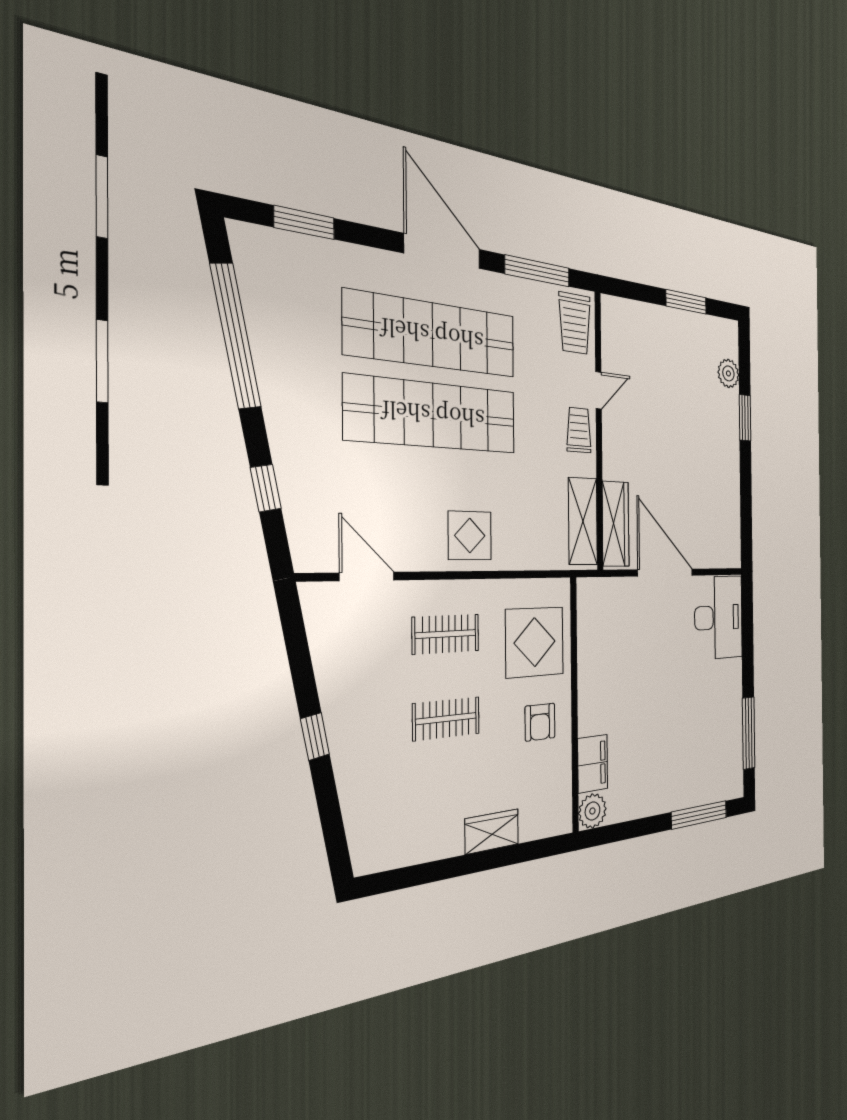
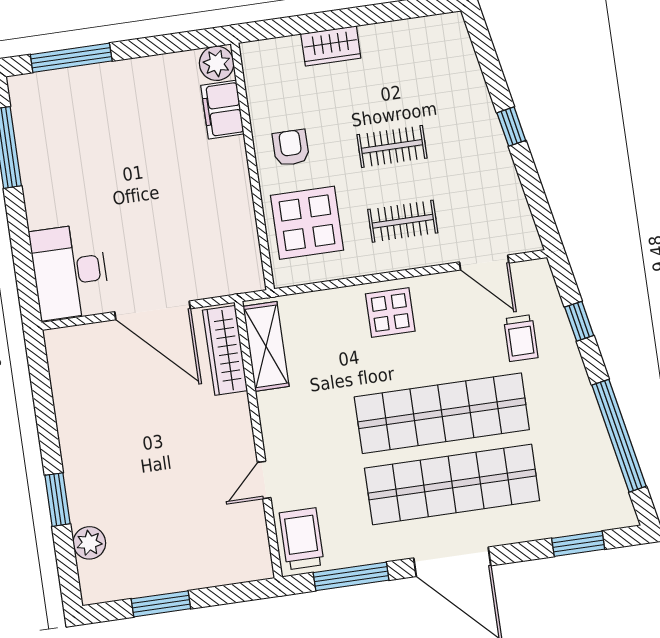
trolley: (579, 430) -> (521, 338), moved

